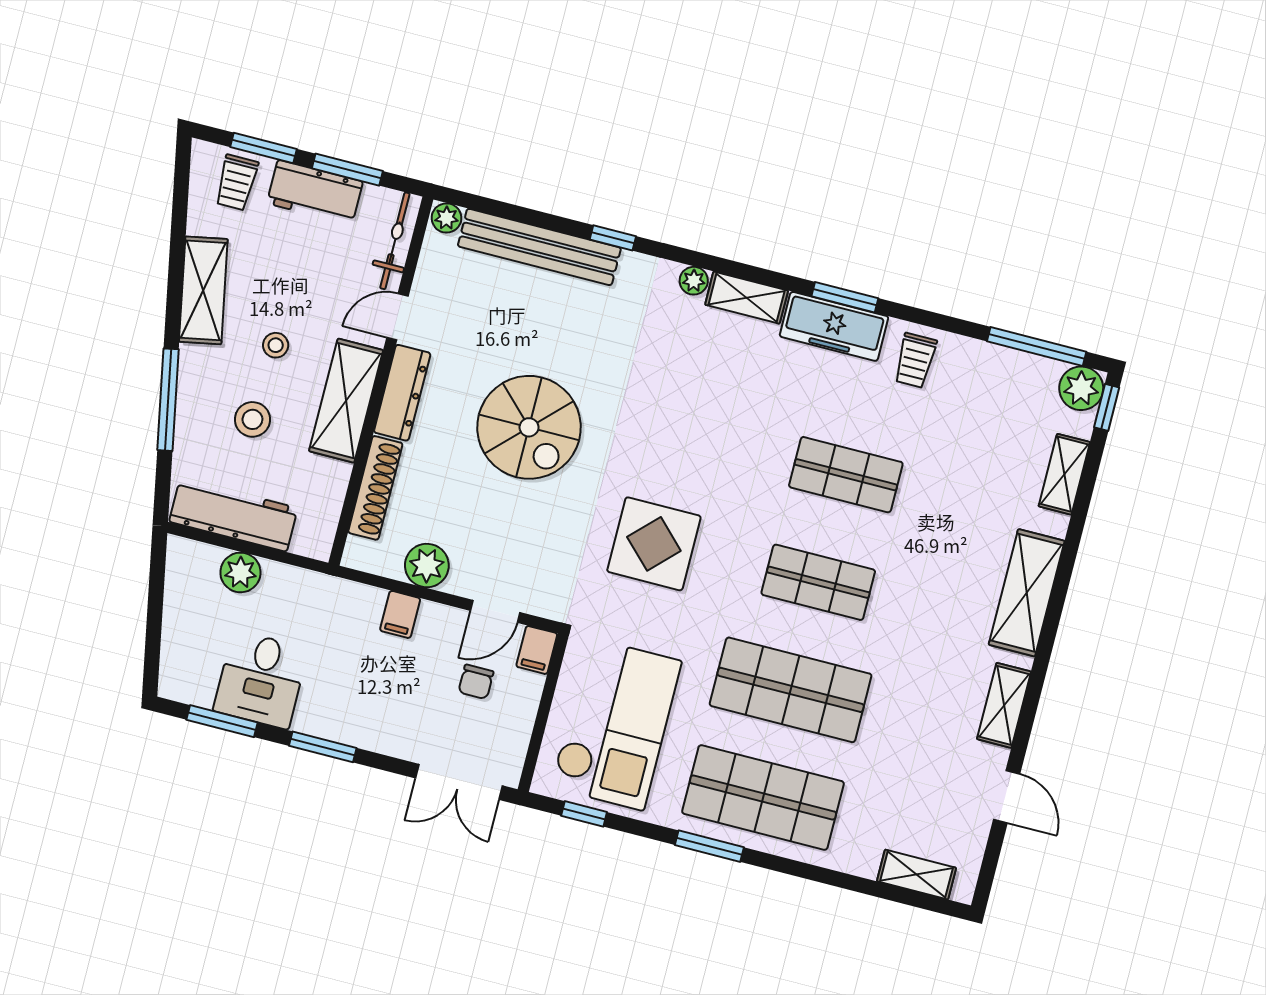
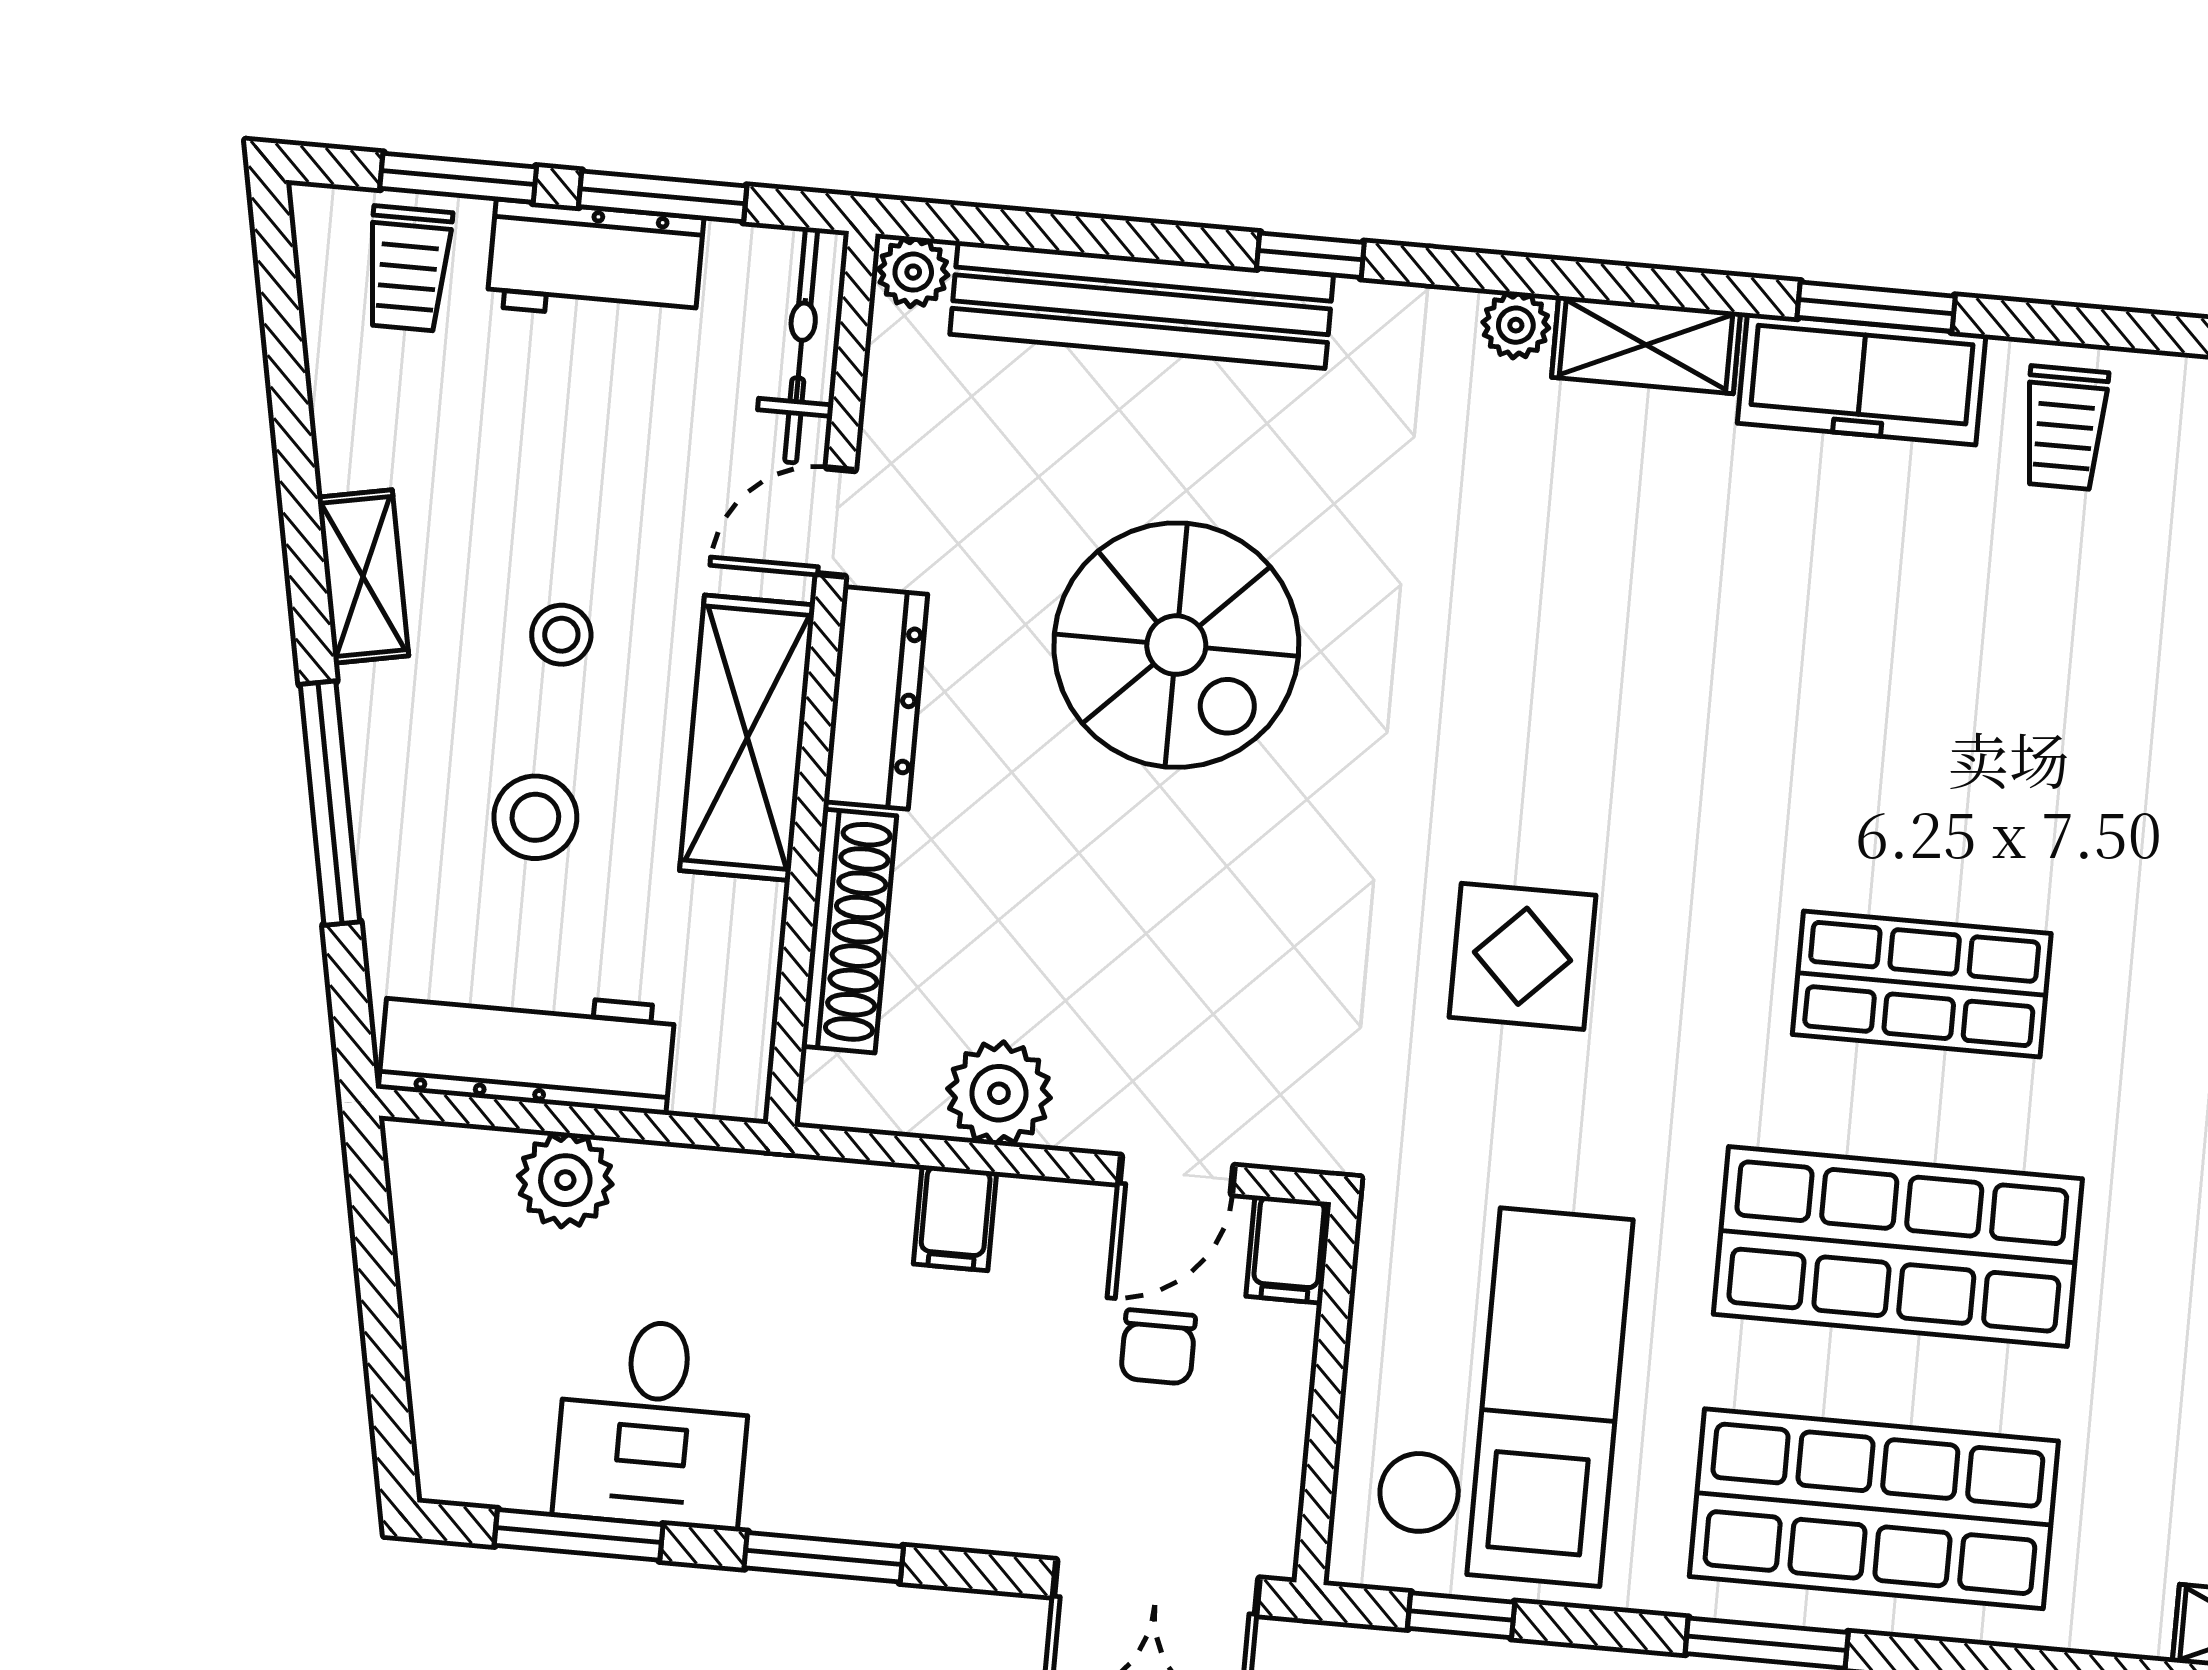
shelving: (203, 290) -> (363, 576), width x0.67, depth x0.75
spiral stairs: (529, 427) -> (1176, 645), moved
shop shelf: (846, 475) -> (1946, 722), removed
display table: (654, 544) -> (1523, 956), width x0.73, depth x0.73

